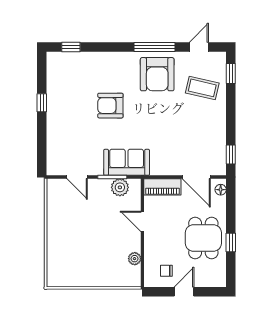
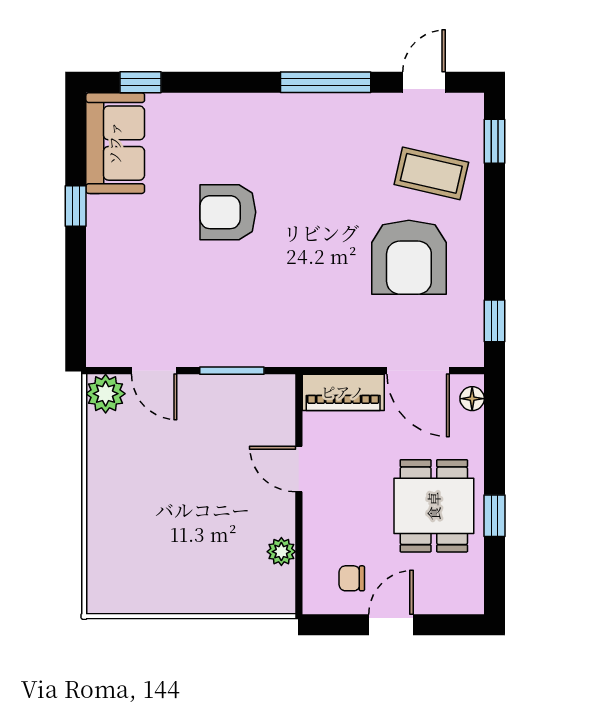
armchair: (157, 74) -> (409, 257), moved
sofa: (127, 162) -> (115, 143), moved, turned 90
plant: (120, 187) -> (106, 394), moved

